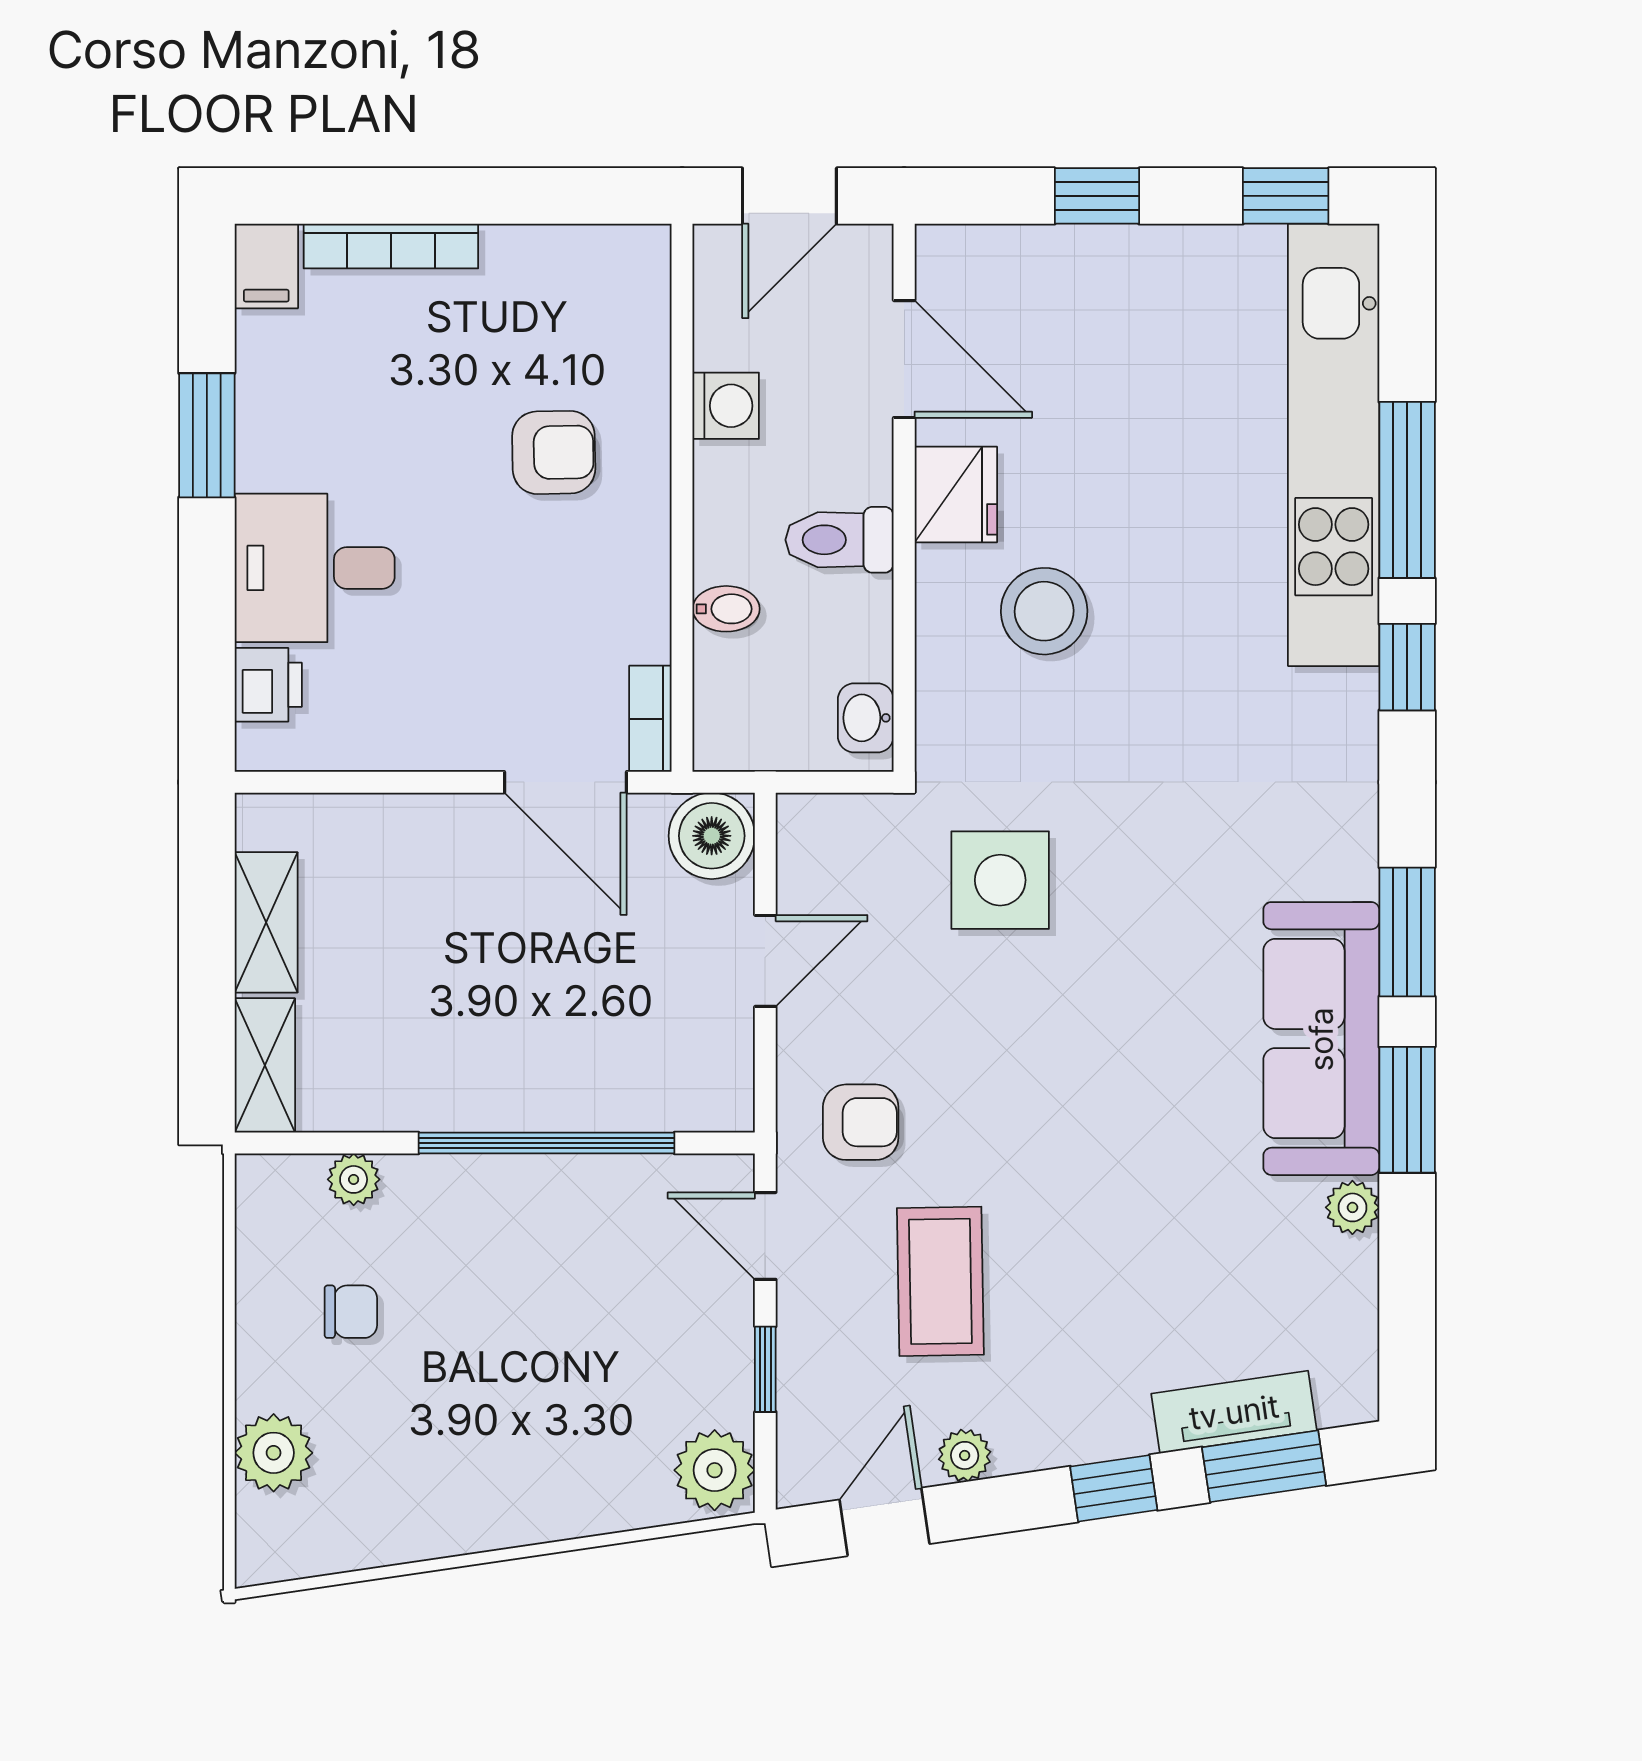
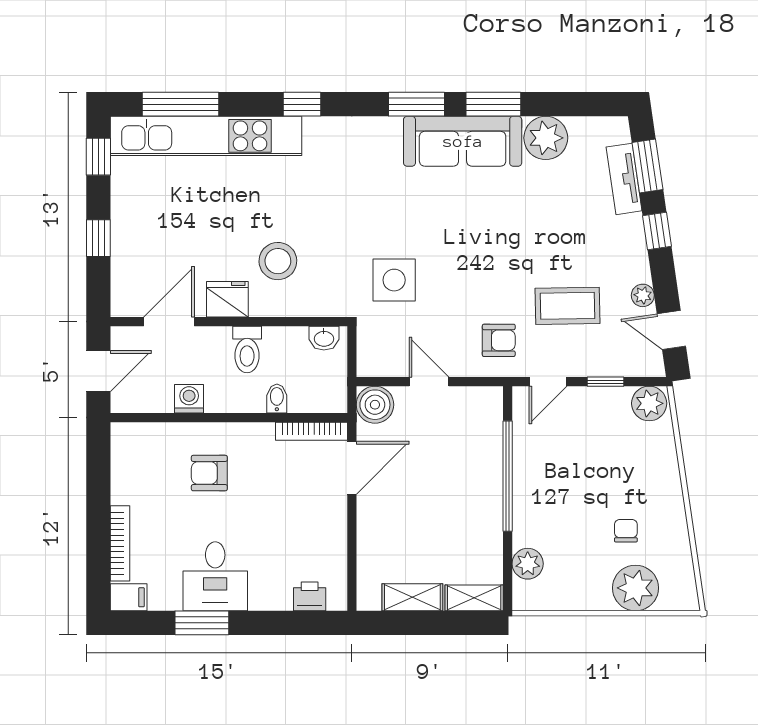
door: (789, 196) -> (98, 371), hinge flipped
armchair: (554, 452) -> (209, 473), turned -89
window: (1407, 490) -> (180, 104), moved
desk: (315, 568) -> (215, 576), moved
bookcase: (650, 719) -> (311, 431), width x1.56
armchair: (861, 1122) -> (499, 340), turned 90
plant: (354, 1179) -> (528, 564), width x1.38, depth x1.38
plant: (1352, 1207) -> (546, 138), width x1.87, depth x1.87
chair: (351, 1312) -> (626, 531), moved
plant: (274, 1453) -> (635, 588), width x1.36, depth x1.36

